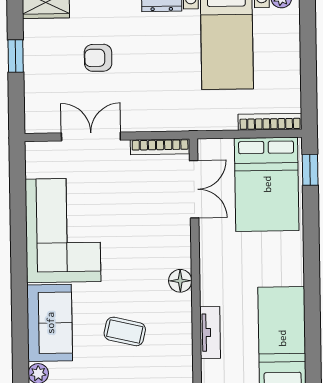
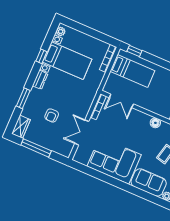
window: (16, 56) -> (36, 148), width x2.17
bed: (267, 184) -> (132, 71), width x0.67
double door: (194, 189) -> (121, 101), swing flipped

